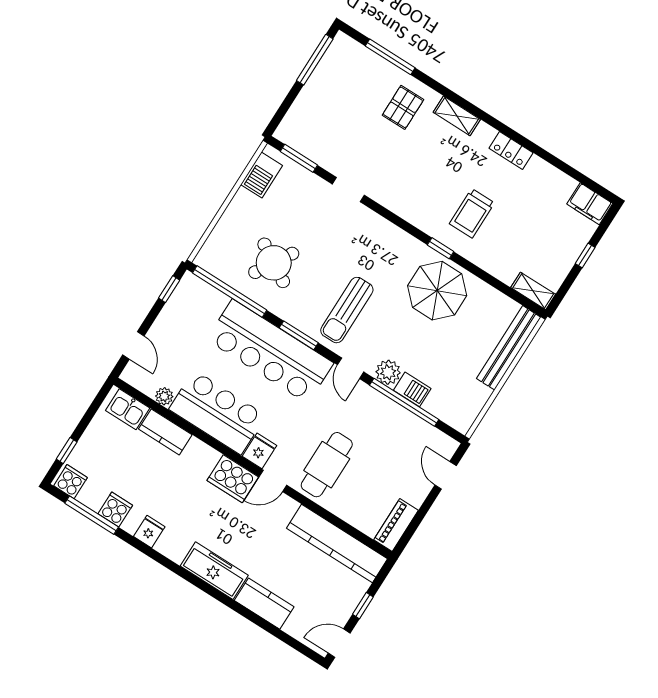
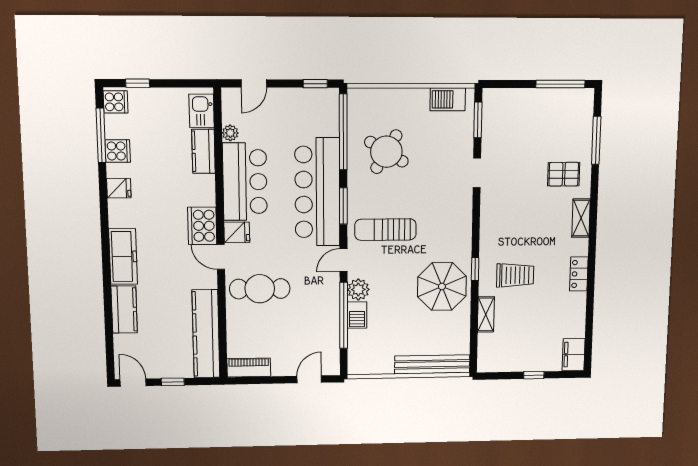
trolley: (472, 213) -> (515, 275), turned 180
shelving: (533, 291) -> (486, 314), moved

